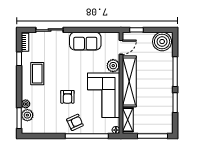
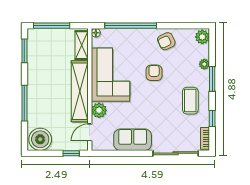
sliding door: (49, 30) -> (176, 153), width x1.37
window: (175, 103) -> (24, 51), moved
plant: (27, 115) -> (202, 37), moved
window: (19, 118) -> (212, 79), moved
armchair: (75, 122) -> (166, 41), moved

